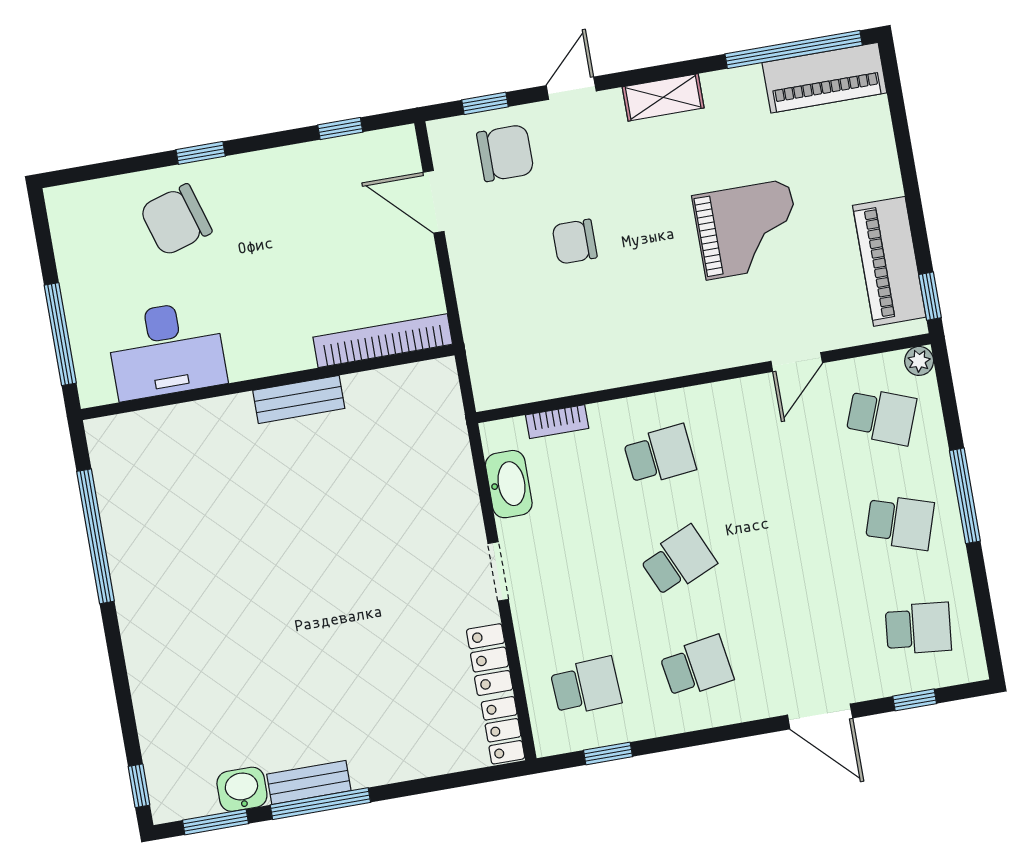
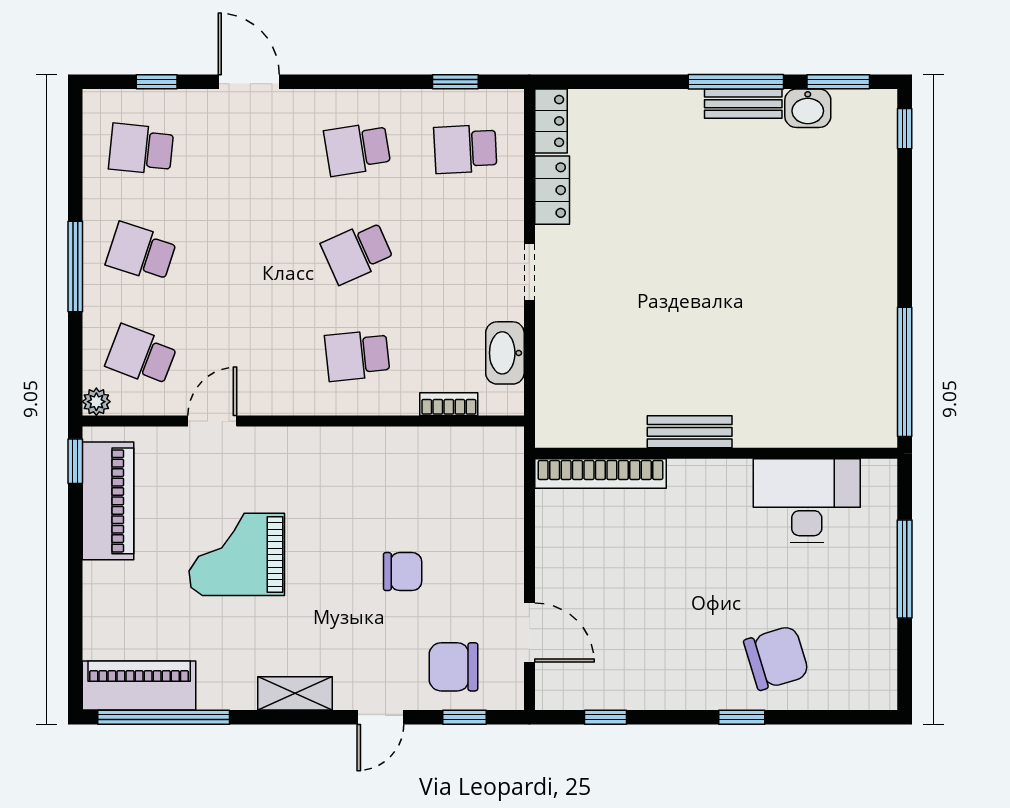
bookcase: (383, 341) -> (600, 474), moved
desk: (166, 350) -> (807, 501), moved
wall: (268, 382) -> (716, 453), moved
bench: (299, 399) -> (690, 432), moved

